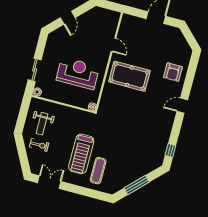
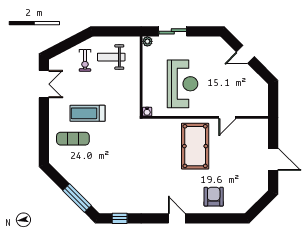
armchair: (173, 72) -> (214, 197), turned 90
treadmill: (81, 154) -> (88, 113), width x0.73, depth x0.73
window: (137, 185) -> (77, 198), moved

